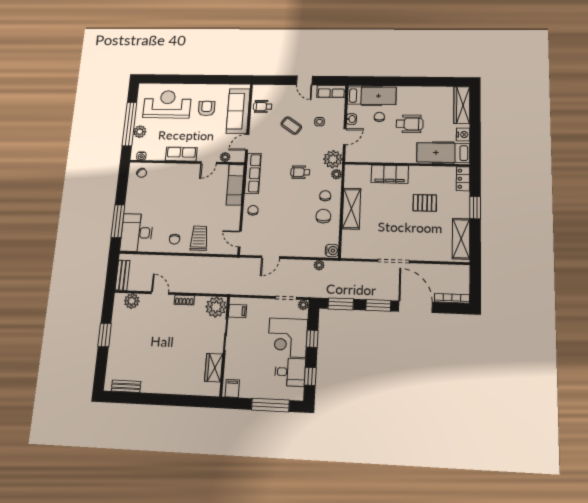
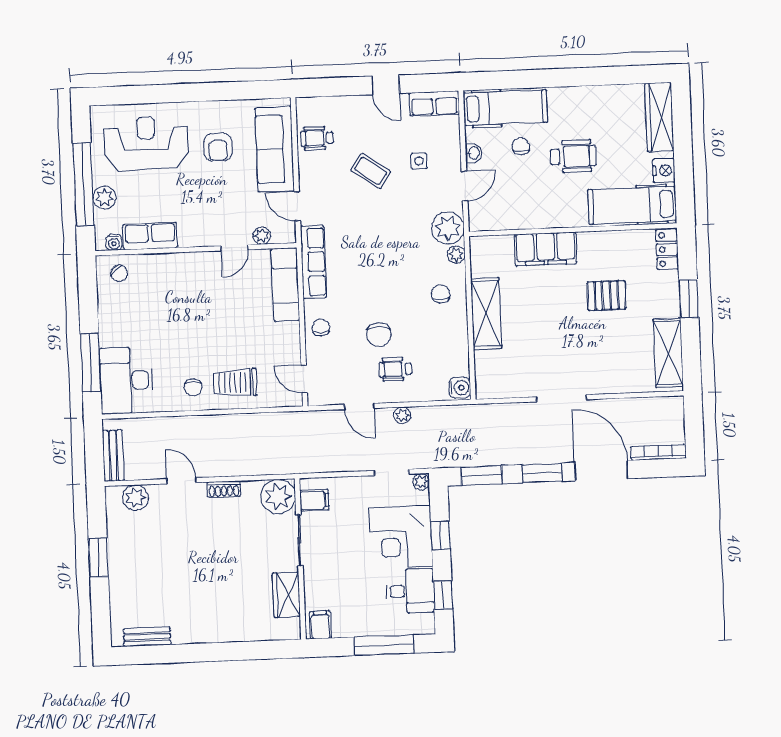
armchair: (207, 108) -> (218, 147), turned 180
door: (247, 142) -> (297, 206), hinge flipped
row of seats: (181, 154) -> (150, 236), moved
wheelchair: (300, 172) -> (395, 369), moved
chair: (323, 216) -> (379, 335), moved, turned 180
trolley: (199, 238) -> (235, 383), turned -90
door: (271, 257) -> (359, 406), hinge flipped
plant: (319, 265) -> (402, 415), moved

